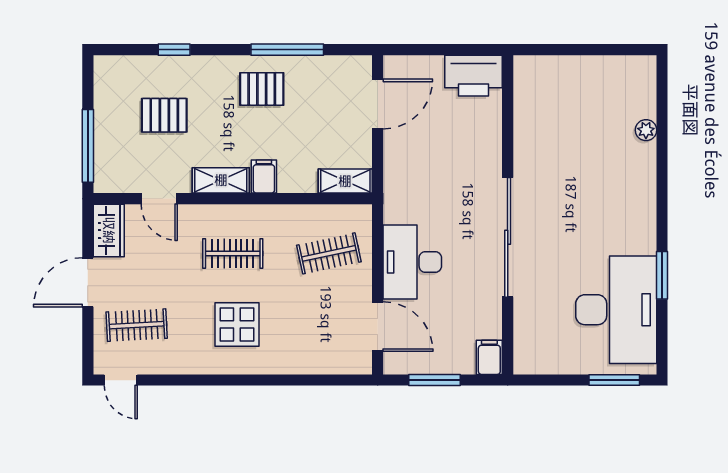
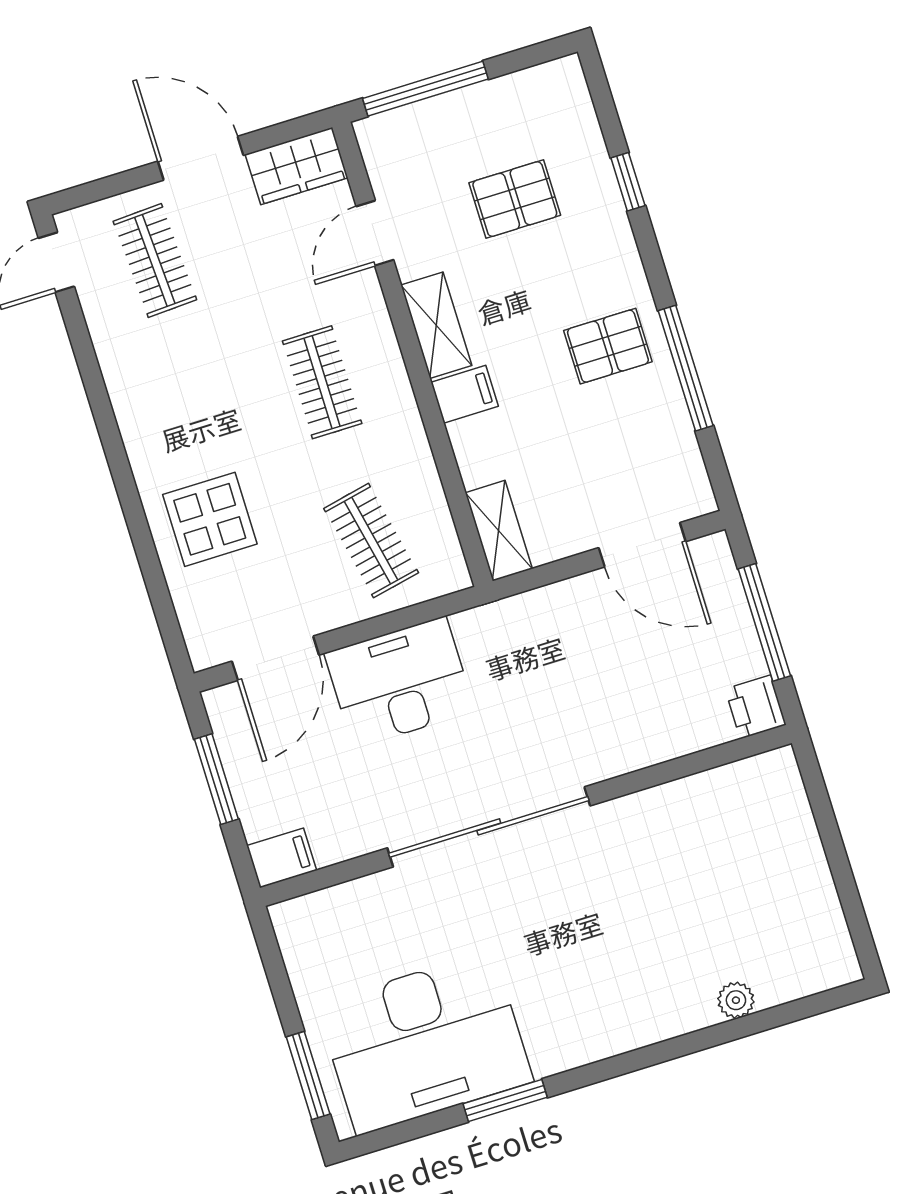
window: (442, 50) -> (764, 622), added
printer: (474, 76) -> (756, 707), width x0.53, depth x0.68
pallet: (262, 89) -> (608, 346), turned 90
pallet: (164, 115) -> (515, 199), turned 90
display table: (237, 324) -> (210, 519), moved

